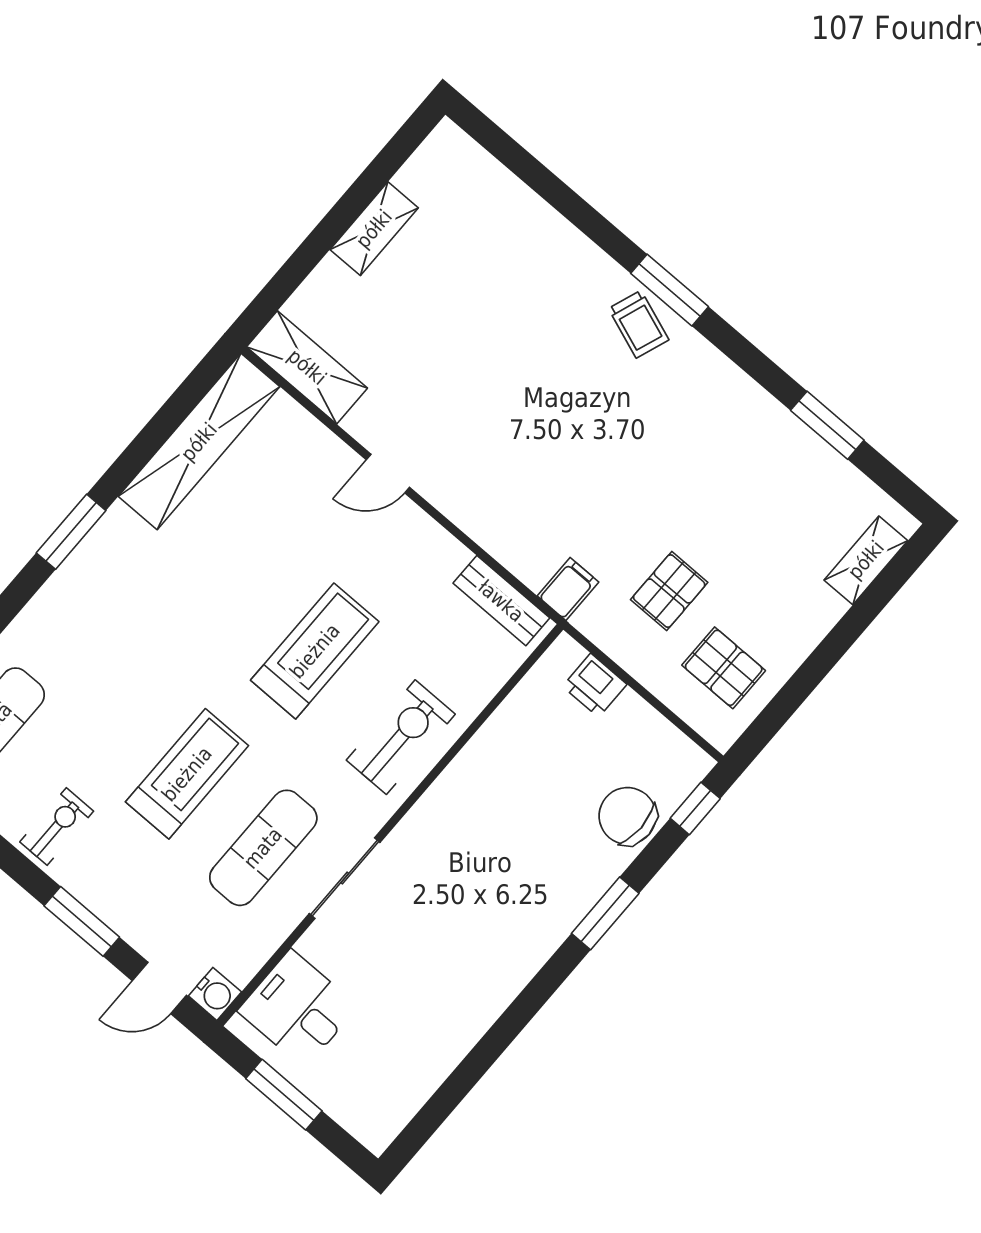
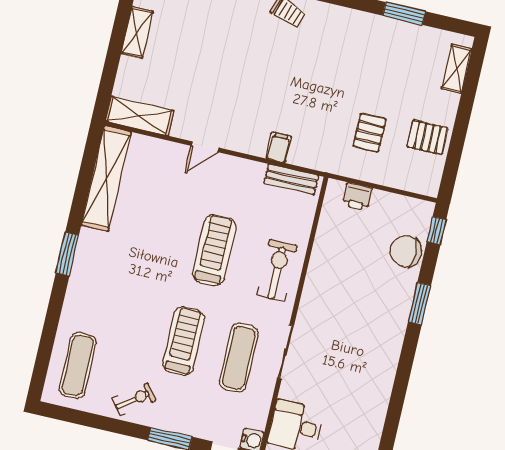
filing cabinet: (568, 589) -> (279, 147), moved
pallet: (724, 668) -> (427, 137), moved
exercise bike: (57, 827) -> (134, 399), turned 54

